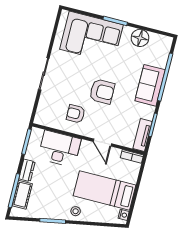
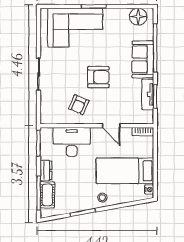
floor lamp: (140, 38) -> (138, 17), moved
armchair: (76, 114) -> (79, 105), turned -67
tv unit: (143, 135) -> (148, 94), moved

